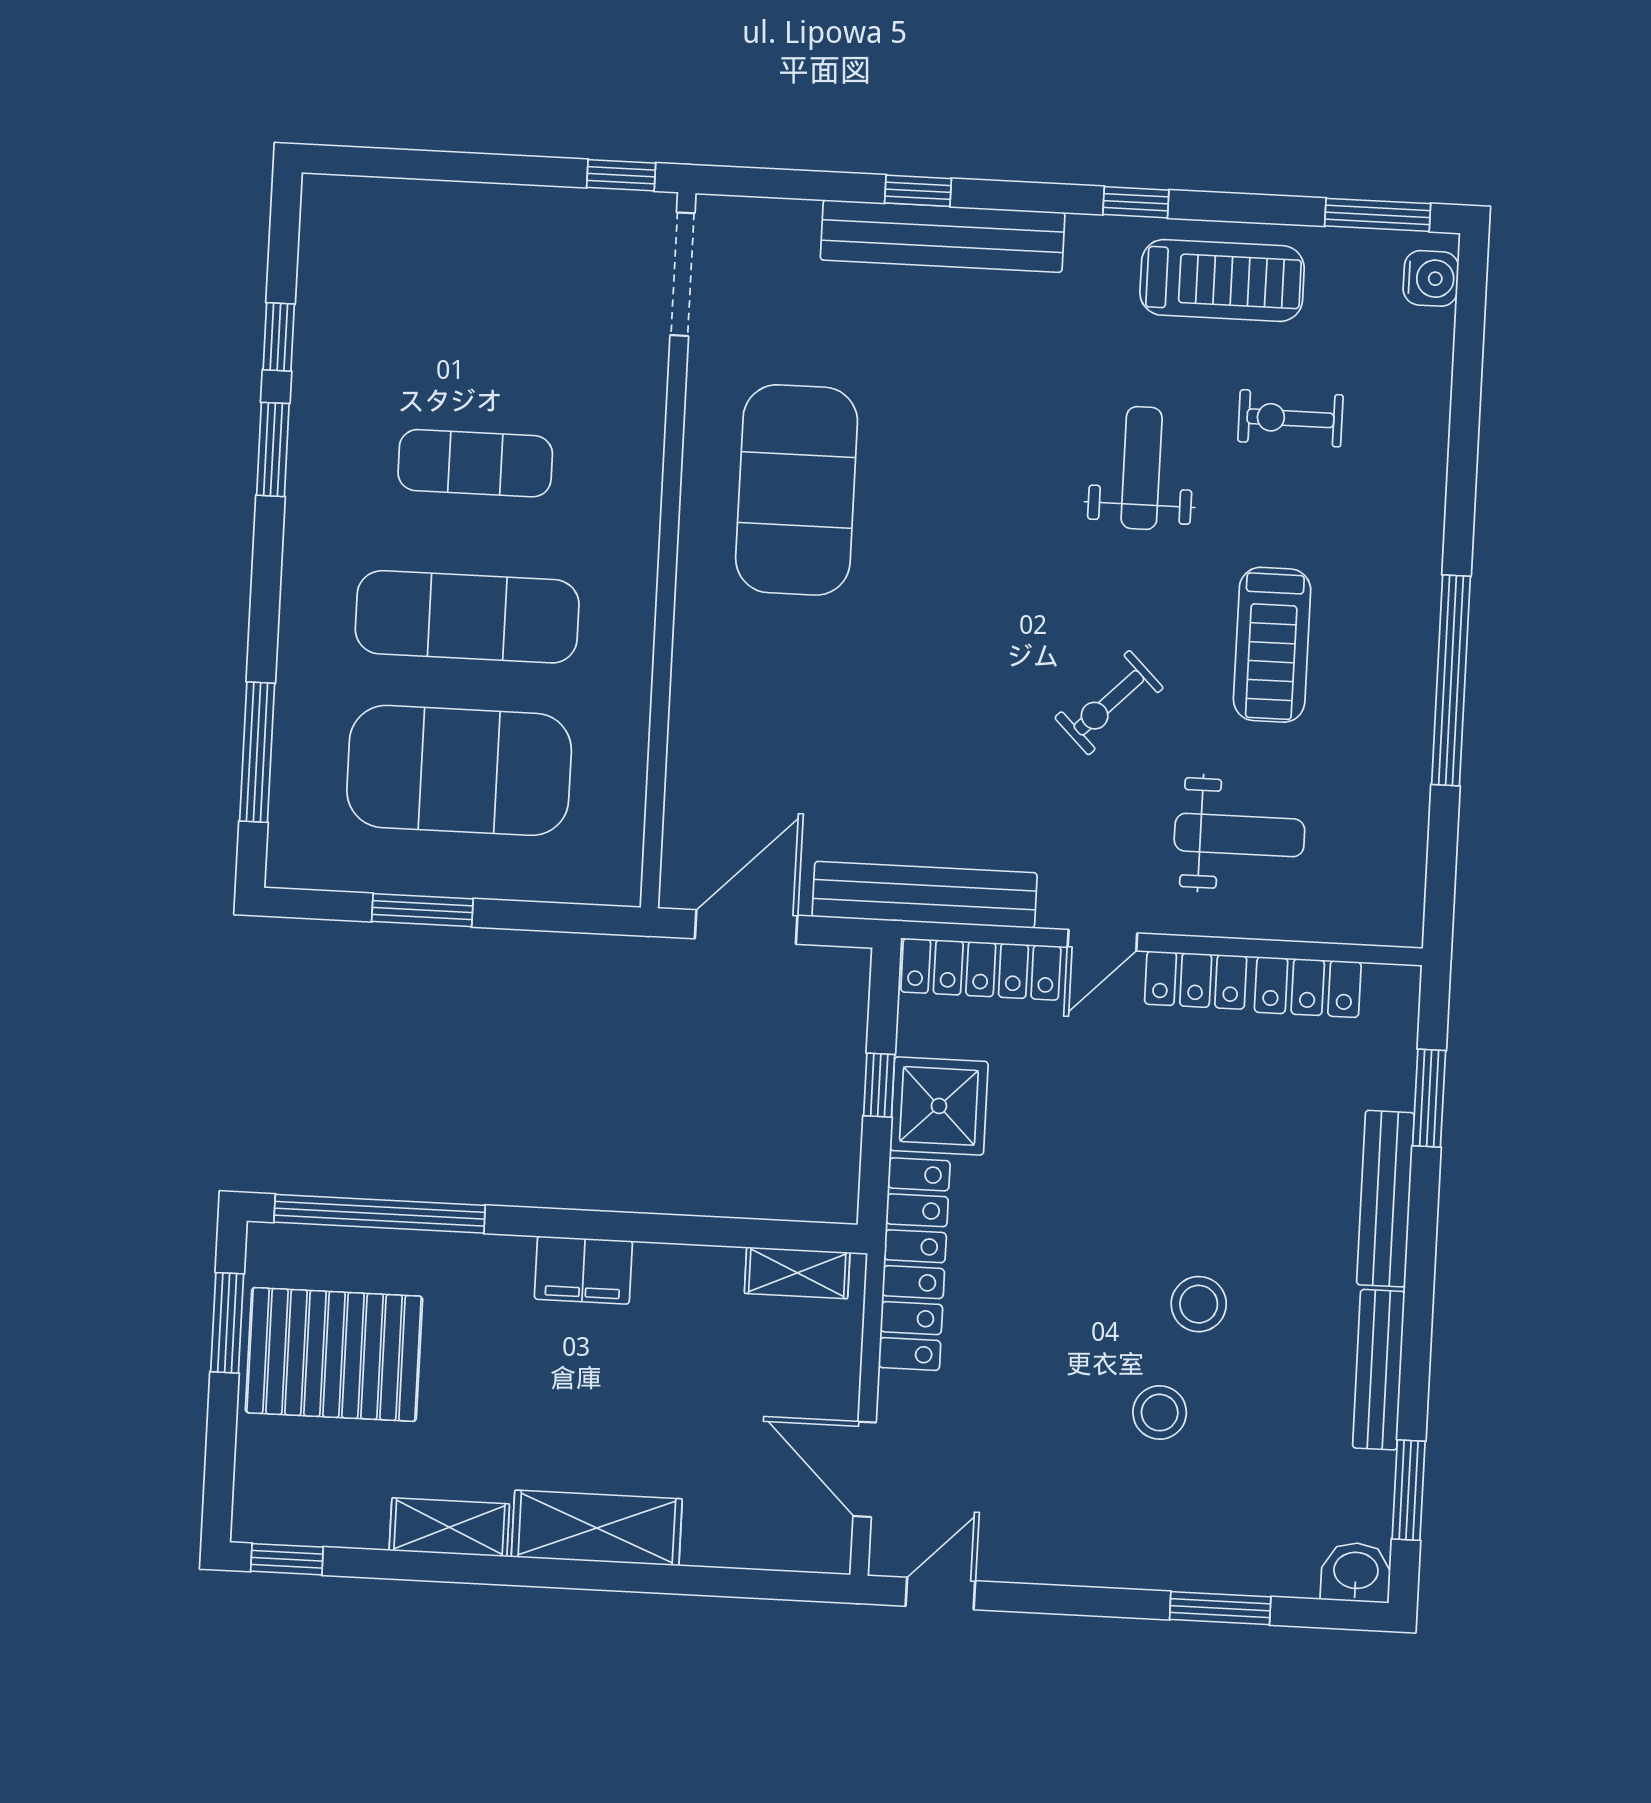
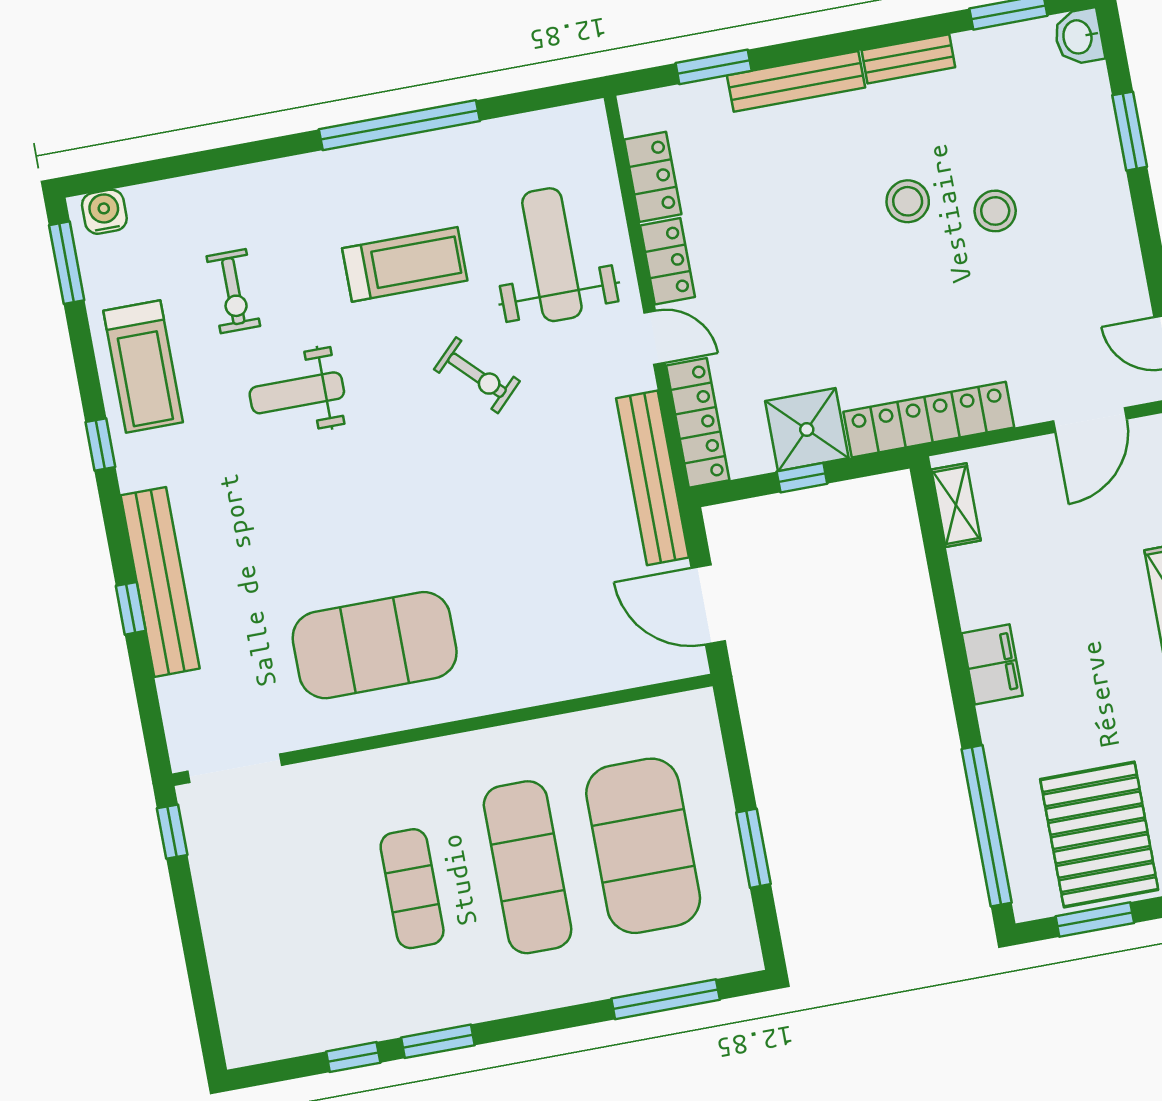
treadmill: (1222, 280) -> (143, 366), turned 180
weight bench: (1239, 835) -> (552, 255), width x1.36, depth x1.33
bench: (1379, 1370) -> (908, 59), width x0.73

